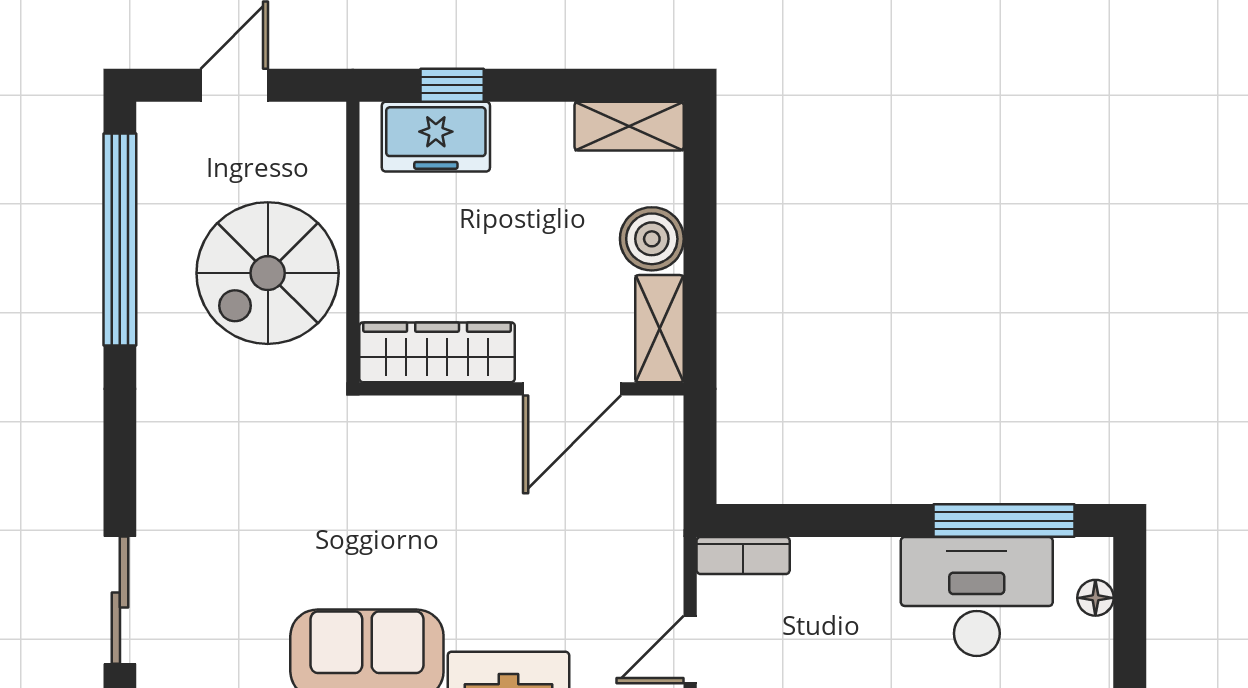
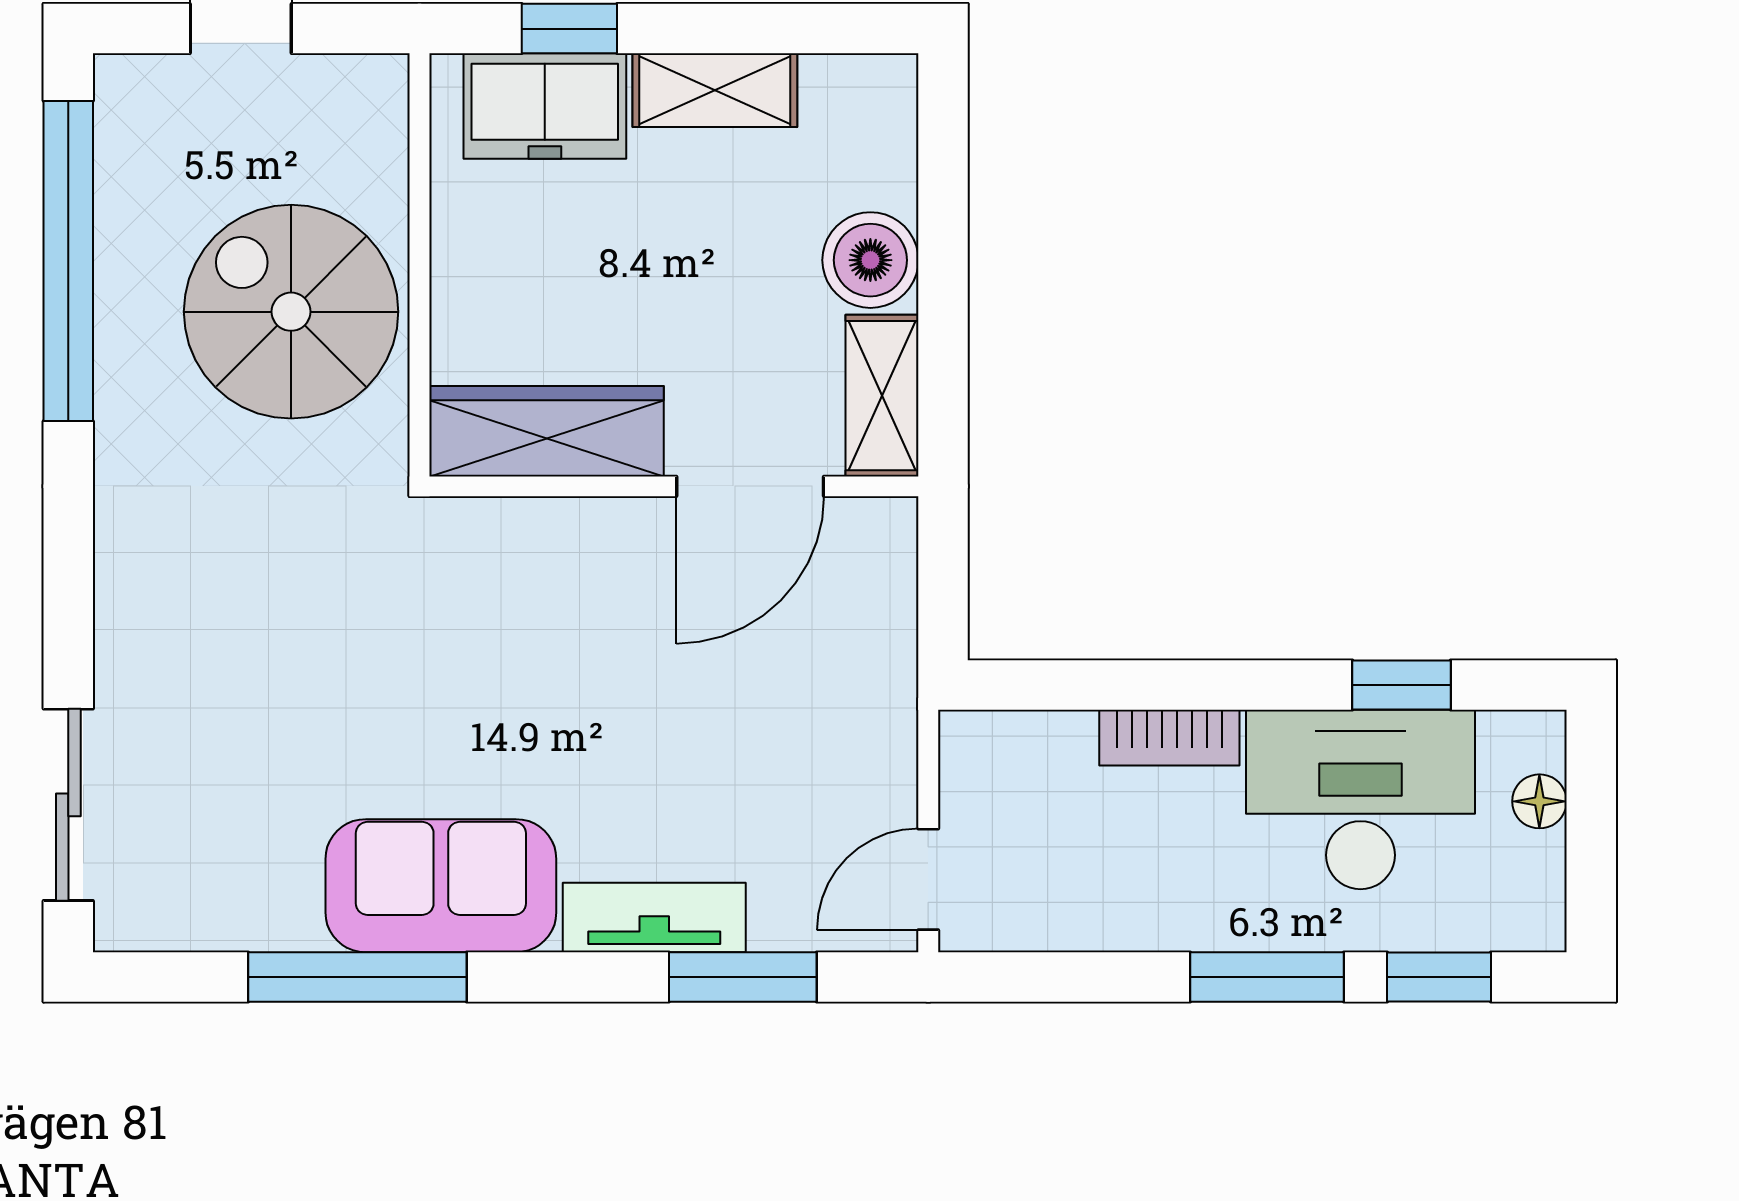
shelving: (629, 126) -> (715, 90), moved
spiral stairs: (268, 273) -> (291, 312), turned 90
window: (1004, 521) -> (1402, 685), width x0.46
bookcase: (743, 555) -> (1169, 738), moved

